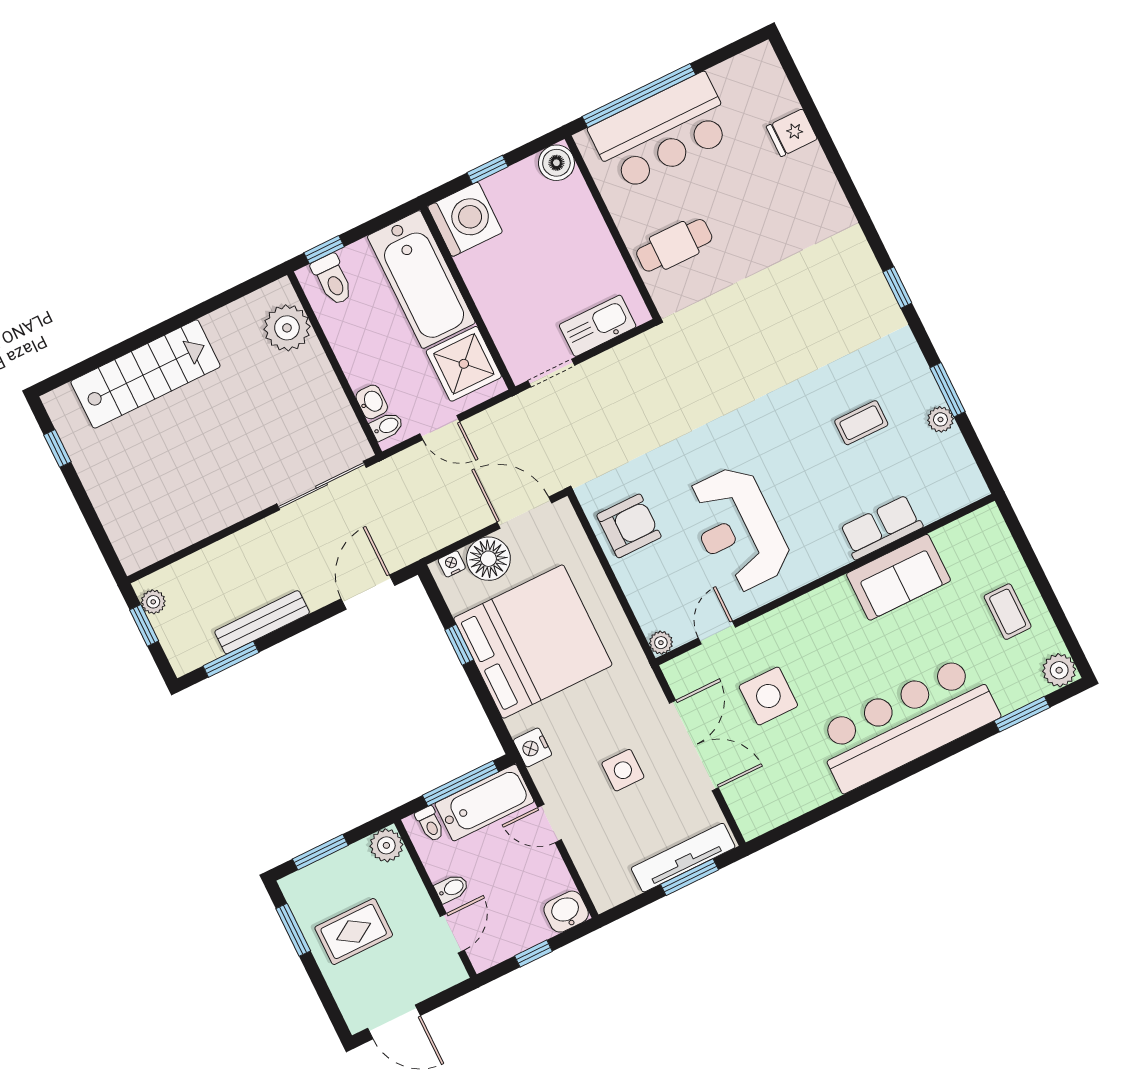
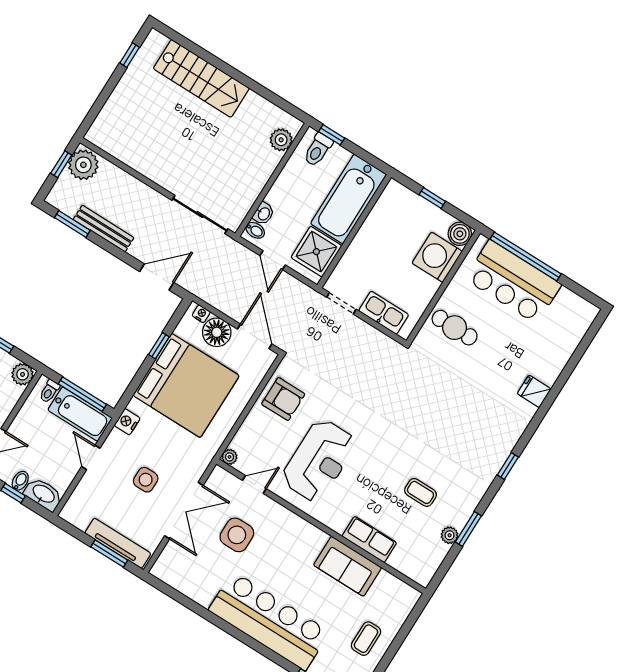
fridge: (792, 133) -> (534, 391), moved
washing machine: (465, 219) -> (437, 257), moved, turned 180
plant: (287, 328) -> (281, 140), width x0.73, depth x0.73
reception desk: (738, 529) -> (319, 460), turned 180
plant: (153, 602) -> (83, 165), width x1.88, depth x1.88
bidet: (452, 888) -> (20, 481), moved, turned -90
washbasin: (566, 912) -> (43, 494), width x1.38

